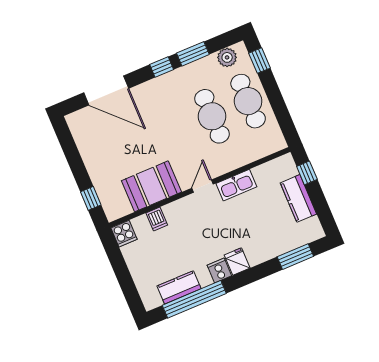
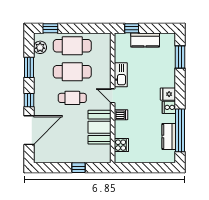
window: (162, 67) -> (29, 100), moved
cafe table: (176, 132) -> (72, 98), added
window: (91, 198) -> (78, 168), moved
dishwasher: (157, 219) -> (121, 115), moved
cooker: (124, 234) -> (121, 145), moved

